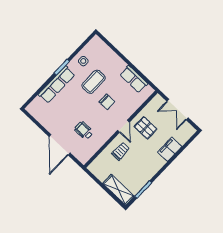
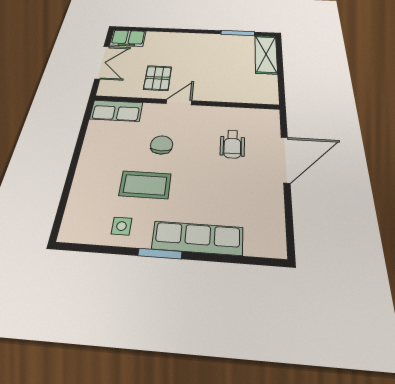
row of seats: (134, 79) -> (116, 111), moved, turned 90
filing cabinet: (170, 149) -> (128, 38), moved
trolley: (121, 151) -> (216, 83), removed

